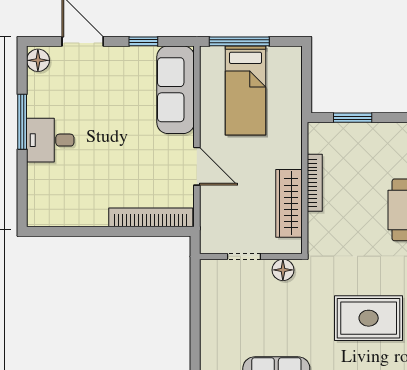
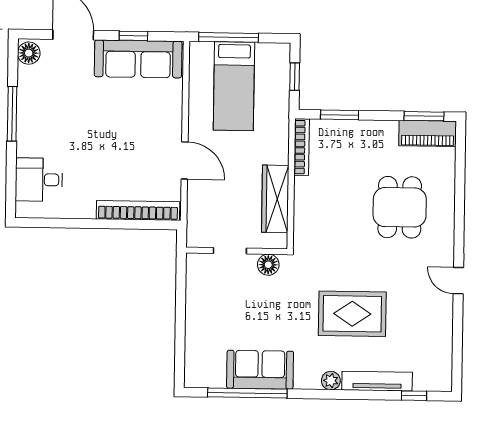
window: (307, 80) -> (295, 77), added
sofa: (176, 90) -> (138, 59), moved, turned -90
desk: (50, 140) -> (39, 180), moved
bookcase: (315, 183) -> (302, 147), moved

